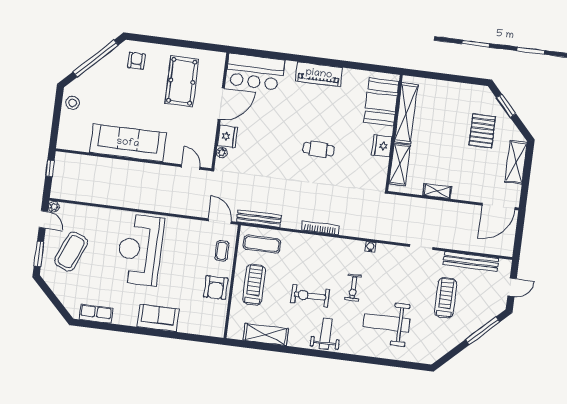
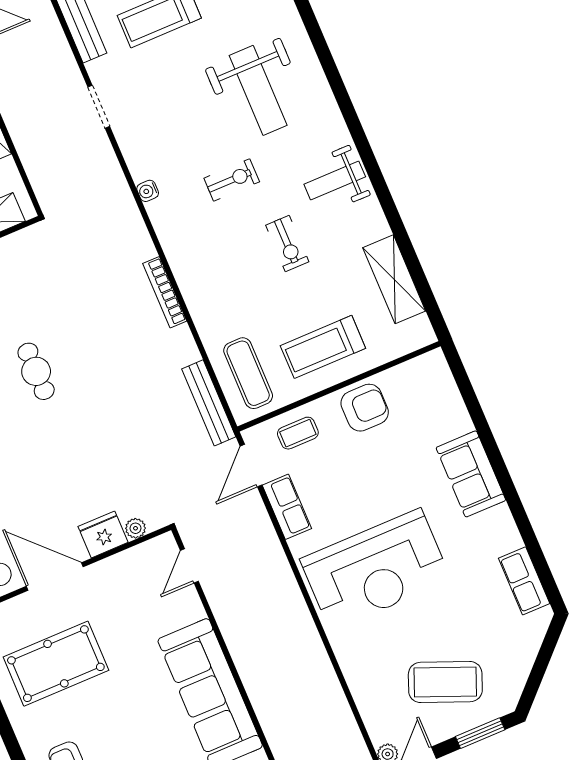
row of seats: (192, 226) -> (287, 507), added
exercise bike: (310, 296) -> (287, 243), width x0.73, depth x0.72

